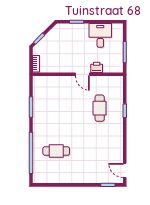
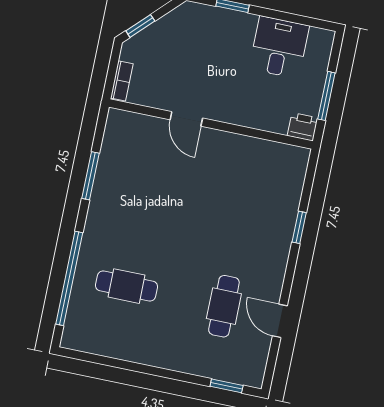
printer: (97, 67) -> (303, 127), moved
door: (82, 74) -> (186, 119), moved
cafe table: (100, 108) -> (224, 306), moved
door: (125, 170) -> (280, 321), moved

